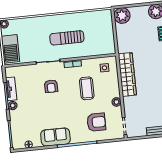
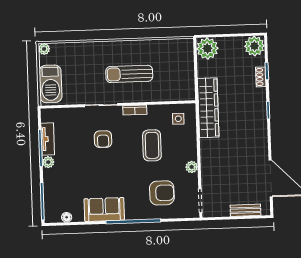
wardrobe: (127, 74) -> (208, 108), moved

